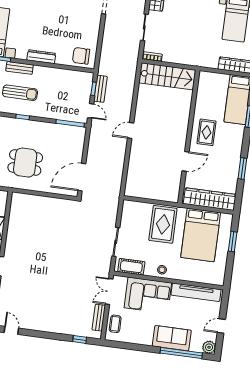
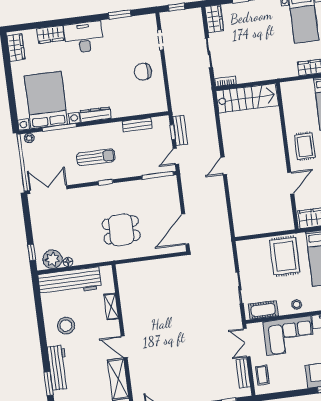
chair: (81, 56) -> (143, 72), moved
dresser: (41, 57) -> (95, 115), moved
bench: (20, 68) -> (137, 125), moved
door: (91, 111) -> (176, 156), swing flipped

